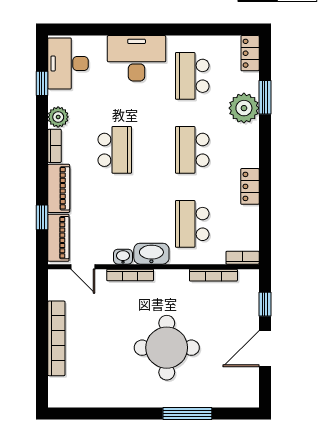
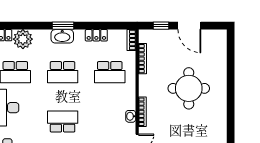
window: (265, 97) -> (63, 26), moved
plant: (244, 108) -> (23, 39), moved
locker: (250, 186) -> (96, 35), moved
washbasin: (151, 254) -> (62, 36), moved, turned -90
window: (187, 413) -> (231, 75), removed

